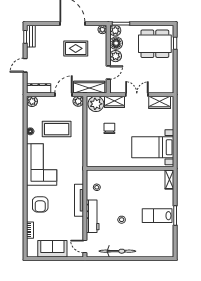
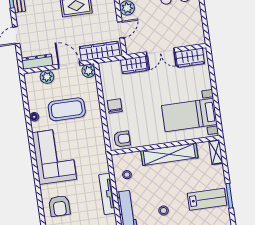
door: (64, 95) -> (69, 65), hinge flipped
double door: (137, 95) -> (160, 52), swing flipped
plant: (32, 101) -> (47, 77), moved
plant: (96, 104) -> (111, 71), removed
chair: (109, 128) -> (115, 106), moved
armchair: (97, 159) -> (122, 139), added
shelving: (132, 176) -> (169, 154), added
lab bench: (157, 216) -> (207, 199), turned 180

